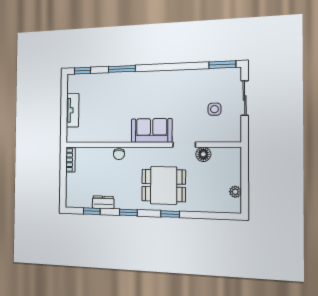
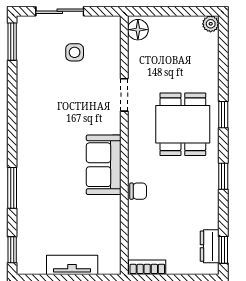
sofa: (152, 130) -> (104, 165), moved
floor lamp: (203, 154) -> (138, 30), moved
plant: (235, 192) -> (211, 24), moved
dresser: (103, 202) -> (210, 246), moved
window: (92, 211) -> (223, 250), moved

